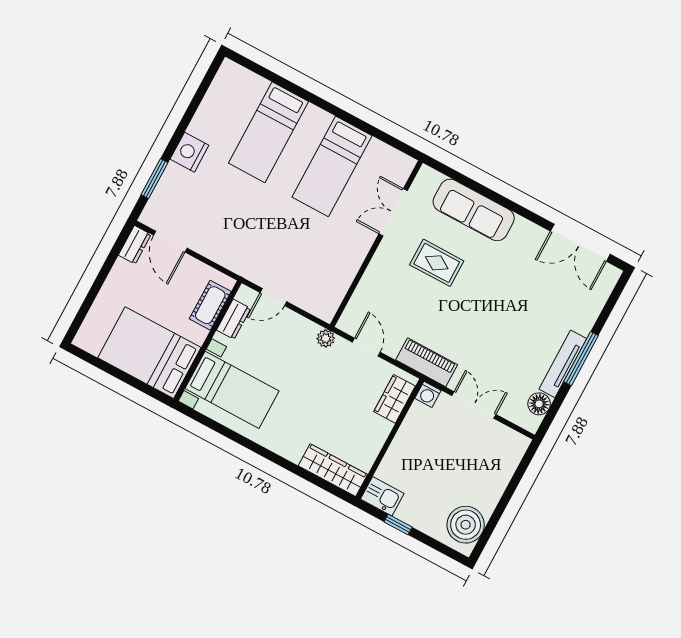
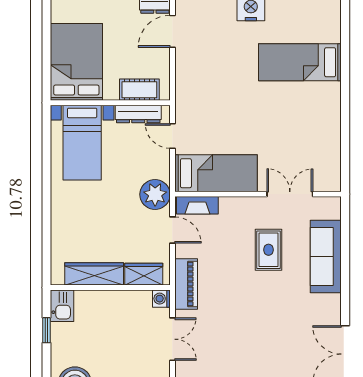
bed: (332, 166) -> (216, 173), moved, turned 180
fireplace: (355, 309) -> (197, 205), added
dresser: (234, 319) -> (138, 114), width x1.44
plant: (326, 338) -> (155, 194), width x1.87, depth x1.87
door: (366, 347) -> (172, 230), hinge flipped
wardrobe: (333, 470) -> (94, 274), moved, turned -90

